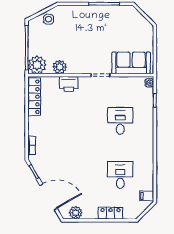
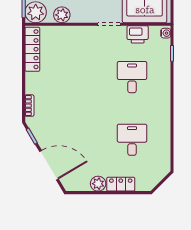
printer: (69, 84) -> (138, 34), moved
filing cabinet: (147, 196) -> (163, 164), removed
plant: (76, 213) -> (98, 184), moved

